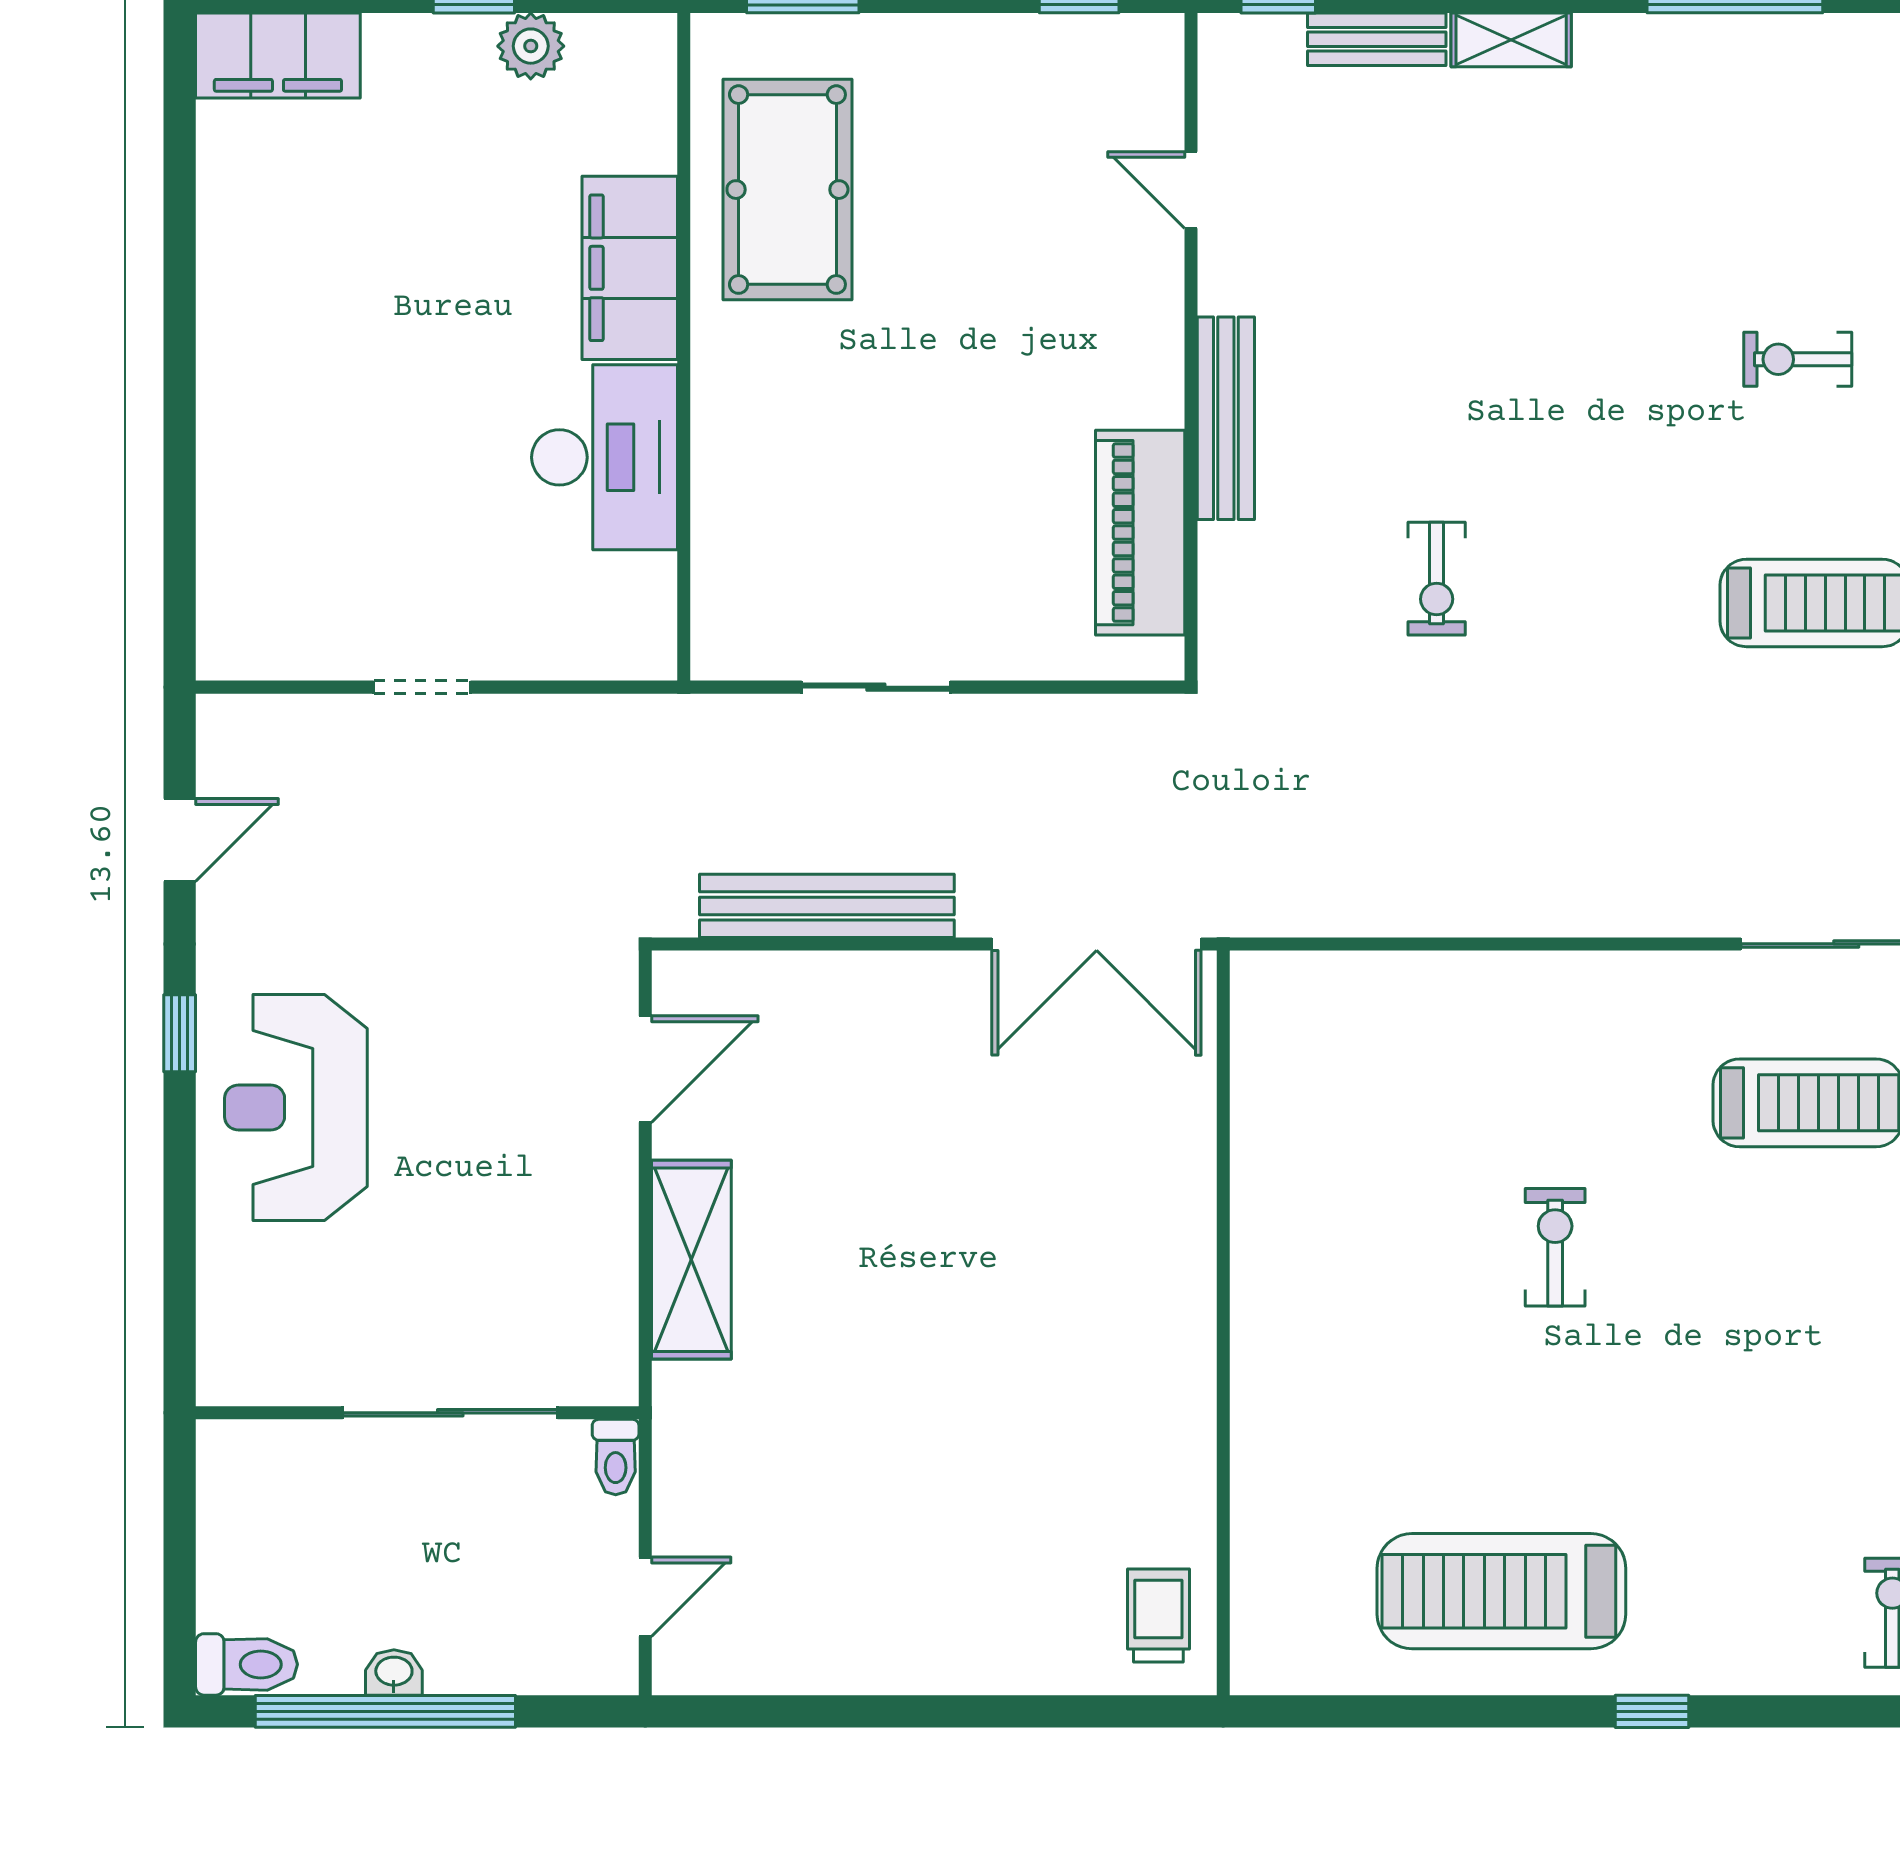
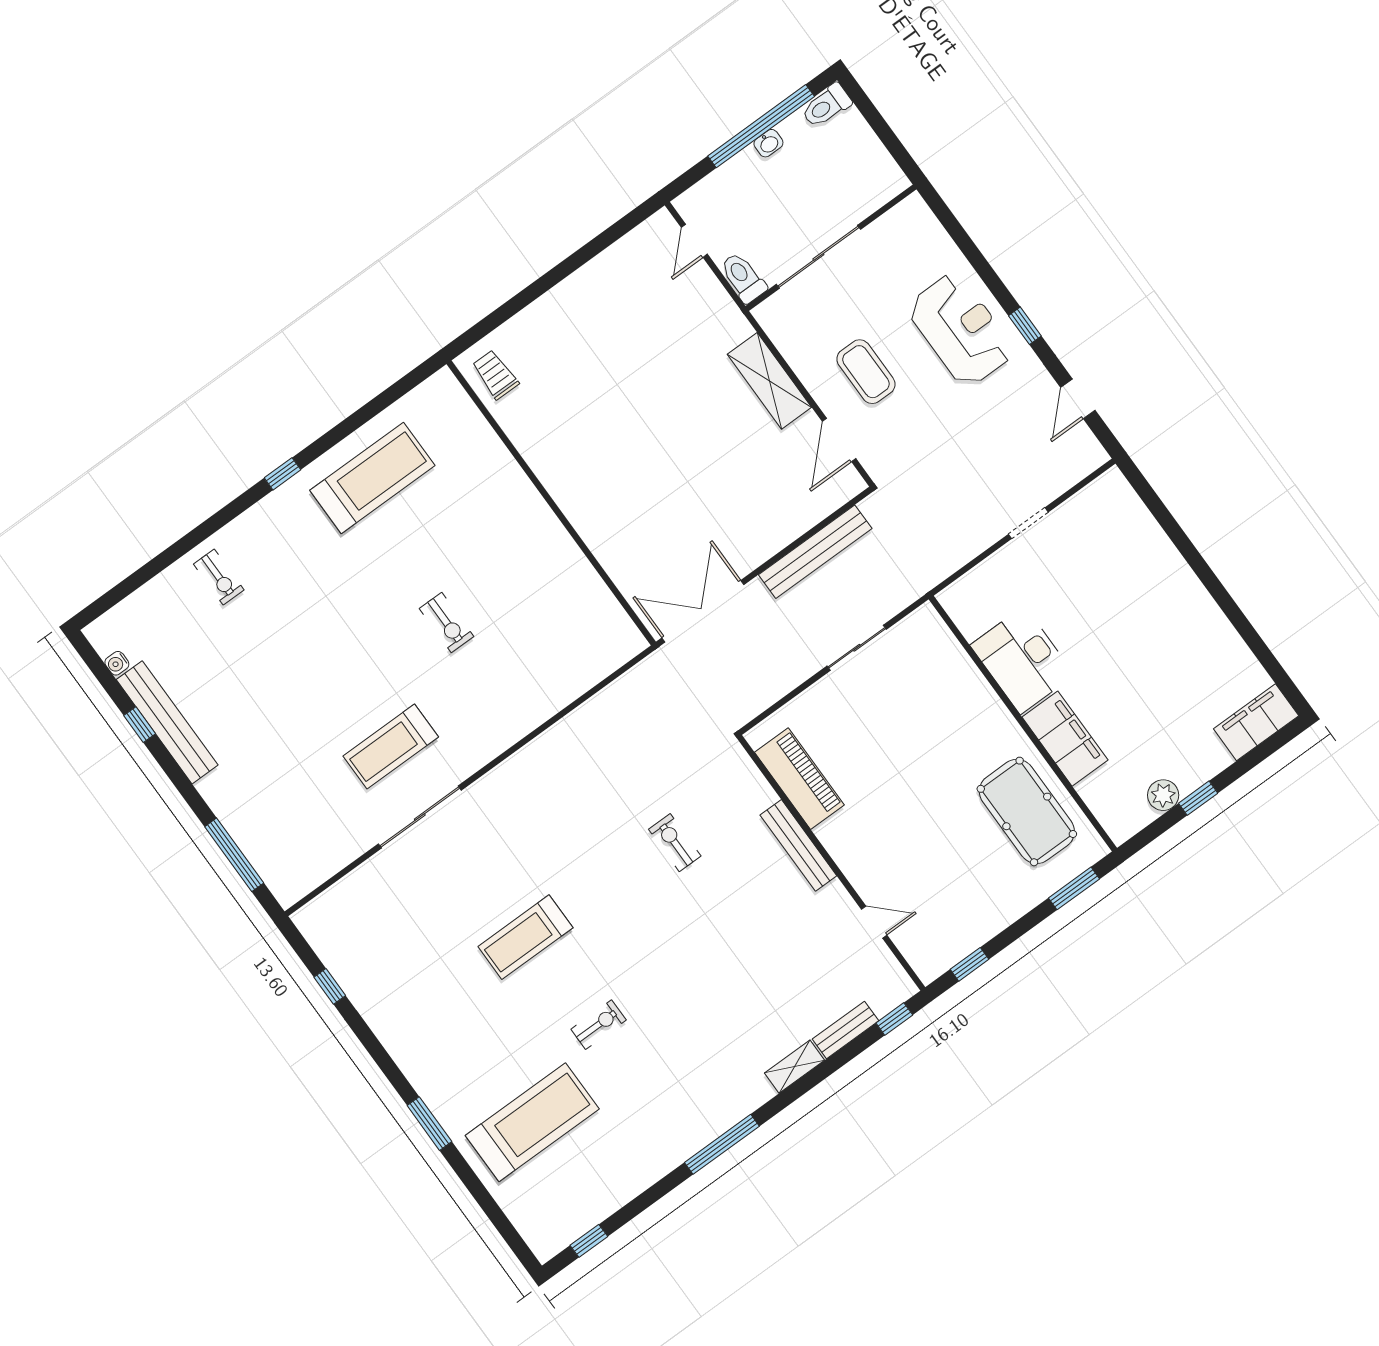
coffee table: (513, 1154) -> (866, 372), added
toilet: (616, 1457) -> (743, 278), width x1.37, depth x1.39
trolley: (1158, 1615) -> (495, 375), turned 180

